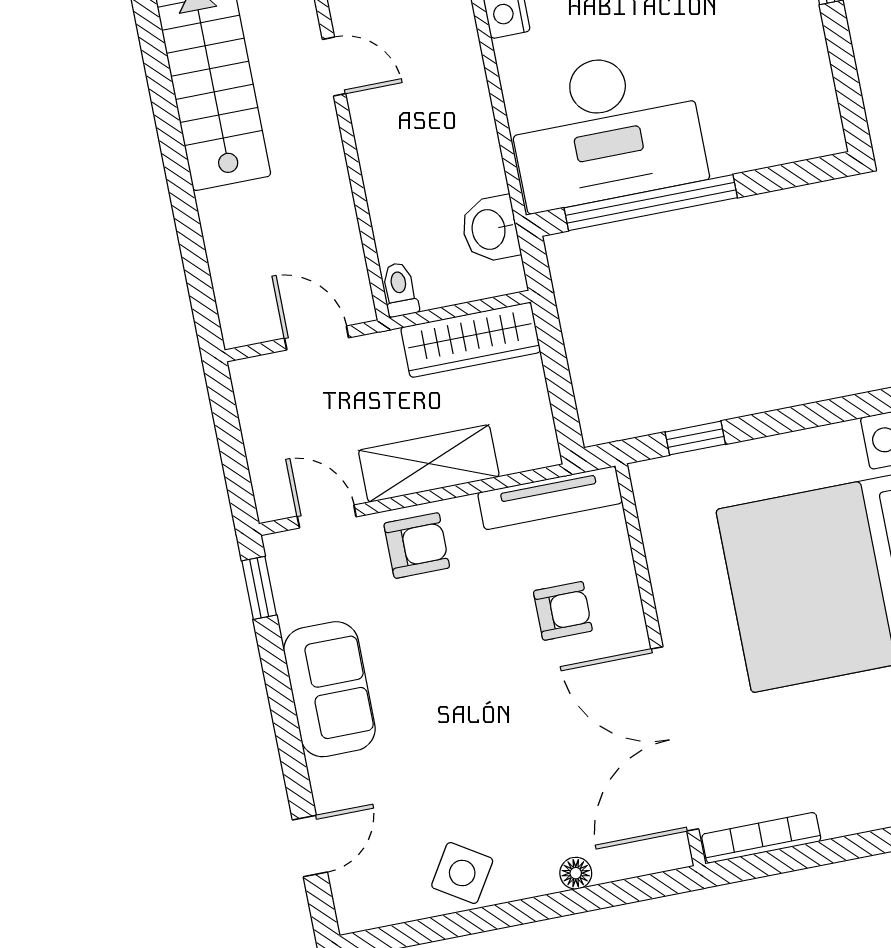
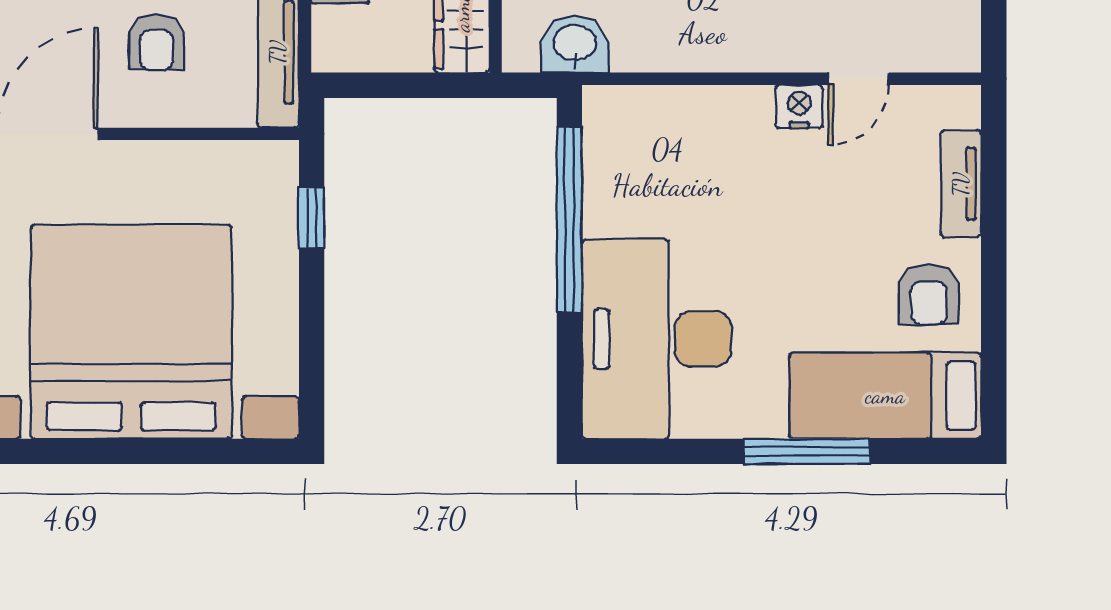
desk: (606, 129) -> (657, 339), moved

